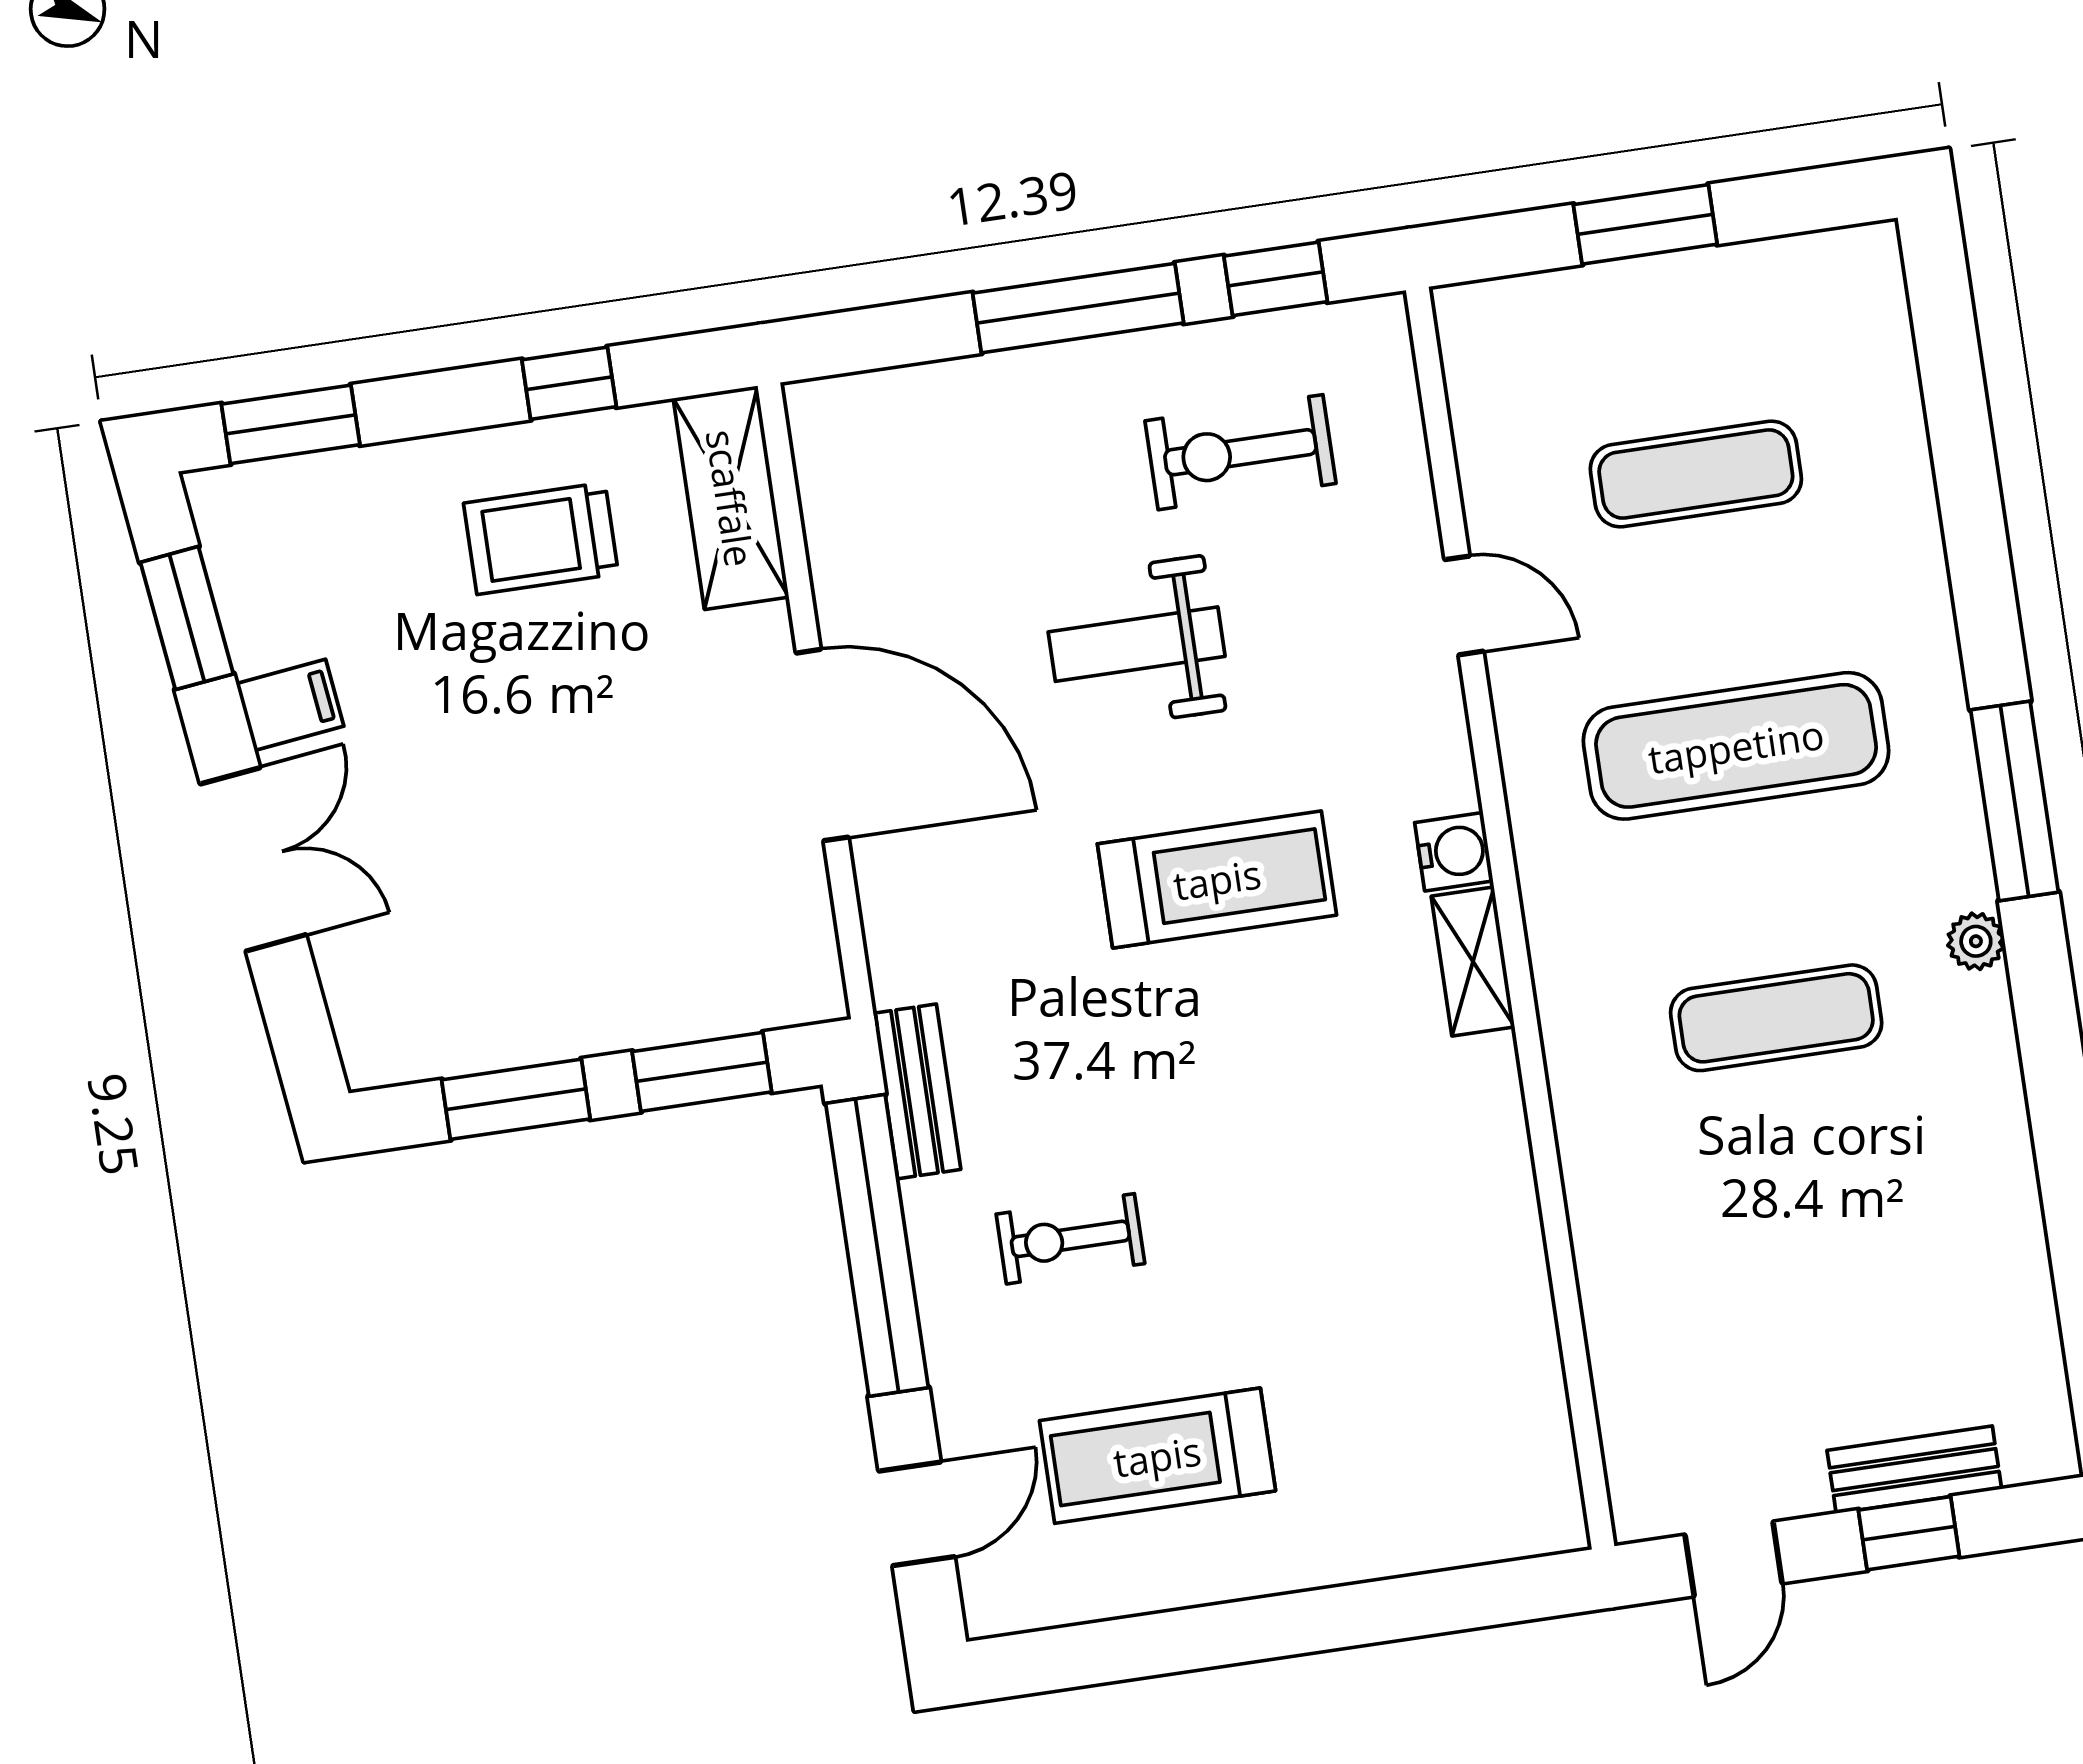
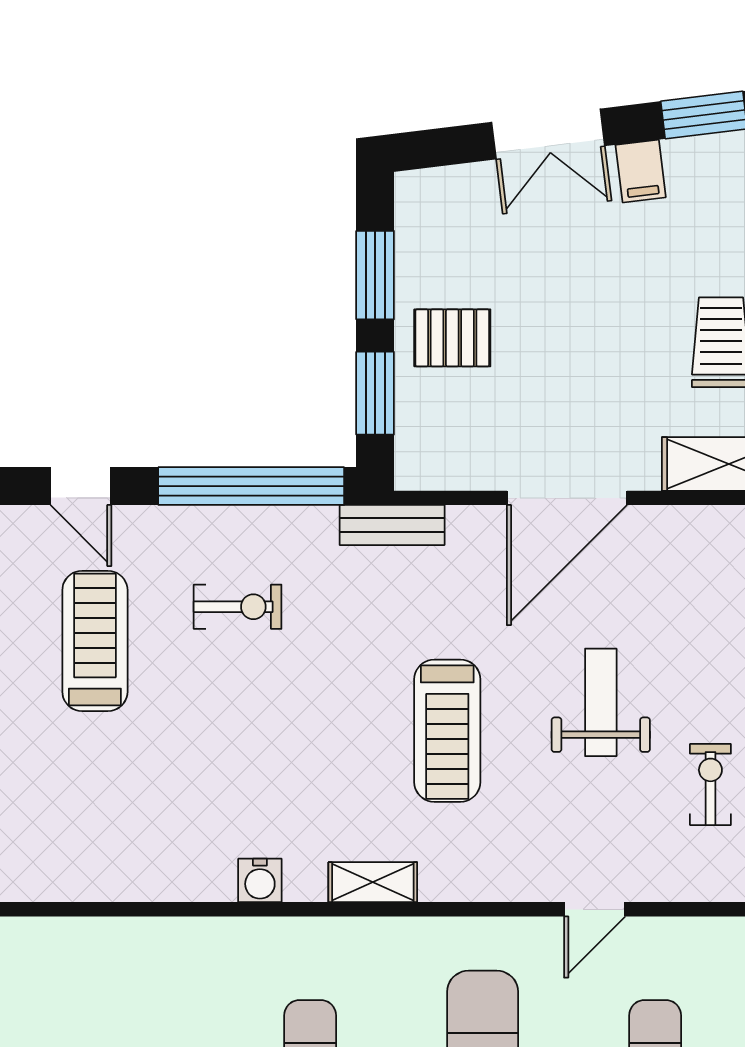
exercise bike: (1240, 452) -> (710, 784), width x0.73, depth x0.72
water cooler: (1454, 852) -> (260, 880), moved
pallet: (597, 963) -> (452, 338), added
bench: (917, 1091) -> (392, 525), moved
exercise bike: (1070, 1239) -> (238, 607), turned 90

